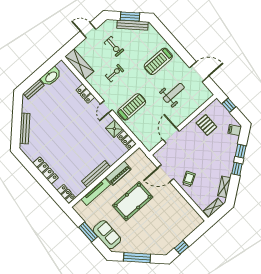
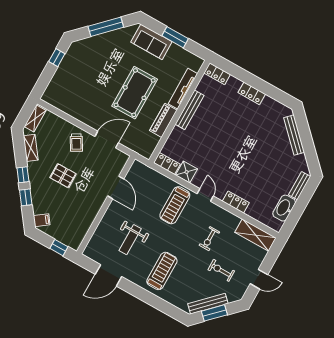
pallet: (206, 125) -> (63, 176), moved
locker: (46, 170) -> (252, 93), width x0.66

